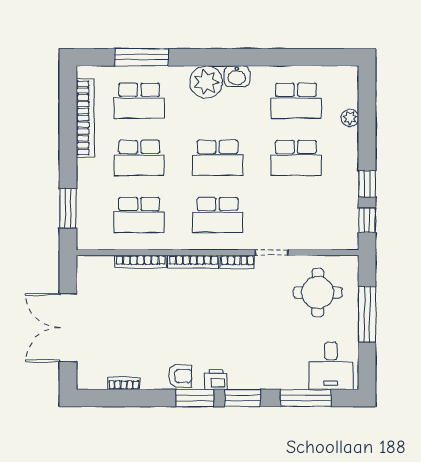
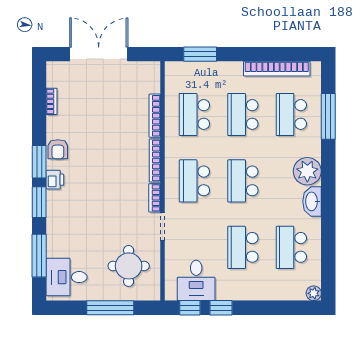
washbasin: (237, 76) -> (312, 201), width x1.38
plant: (350, 118) -> (314, 293), moved
desk: (335, 213) -> (196, 280), added

